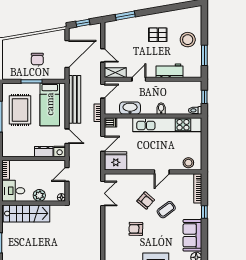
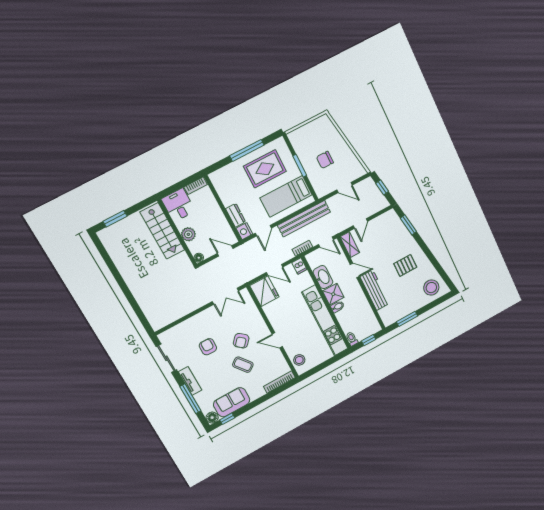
pallet: (158, 35) -> (405, 265), turned 90
stool: (188, 40) -> (431, 288), moved
door: (67, 54) -> (345, 187), width x0.53
workbench: (169, 71) -> (375, 290), width x1.38
shower: (149, 107) -> (333, 294), added
window: (204, 212) -> (227, 419), moved

